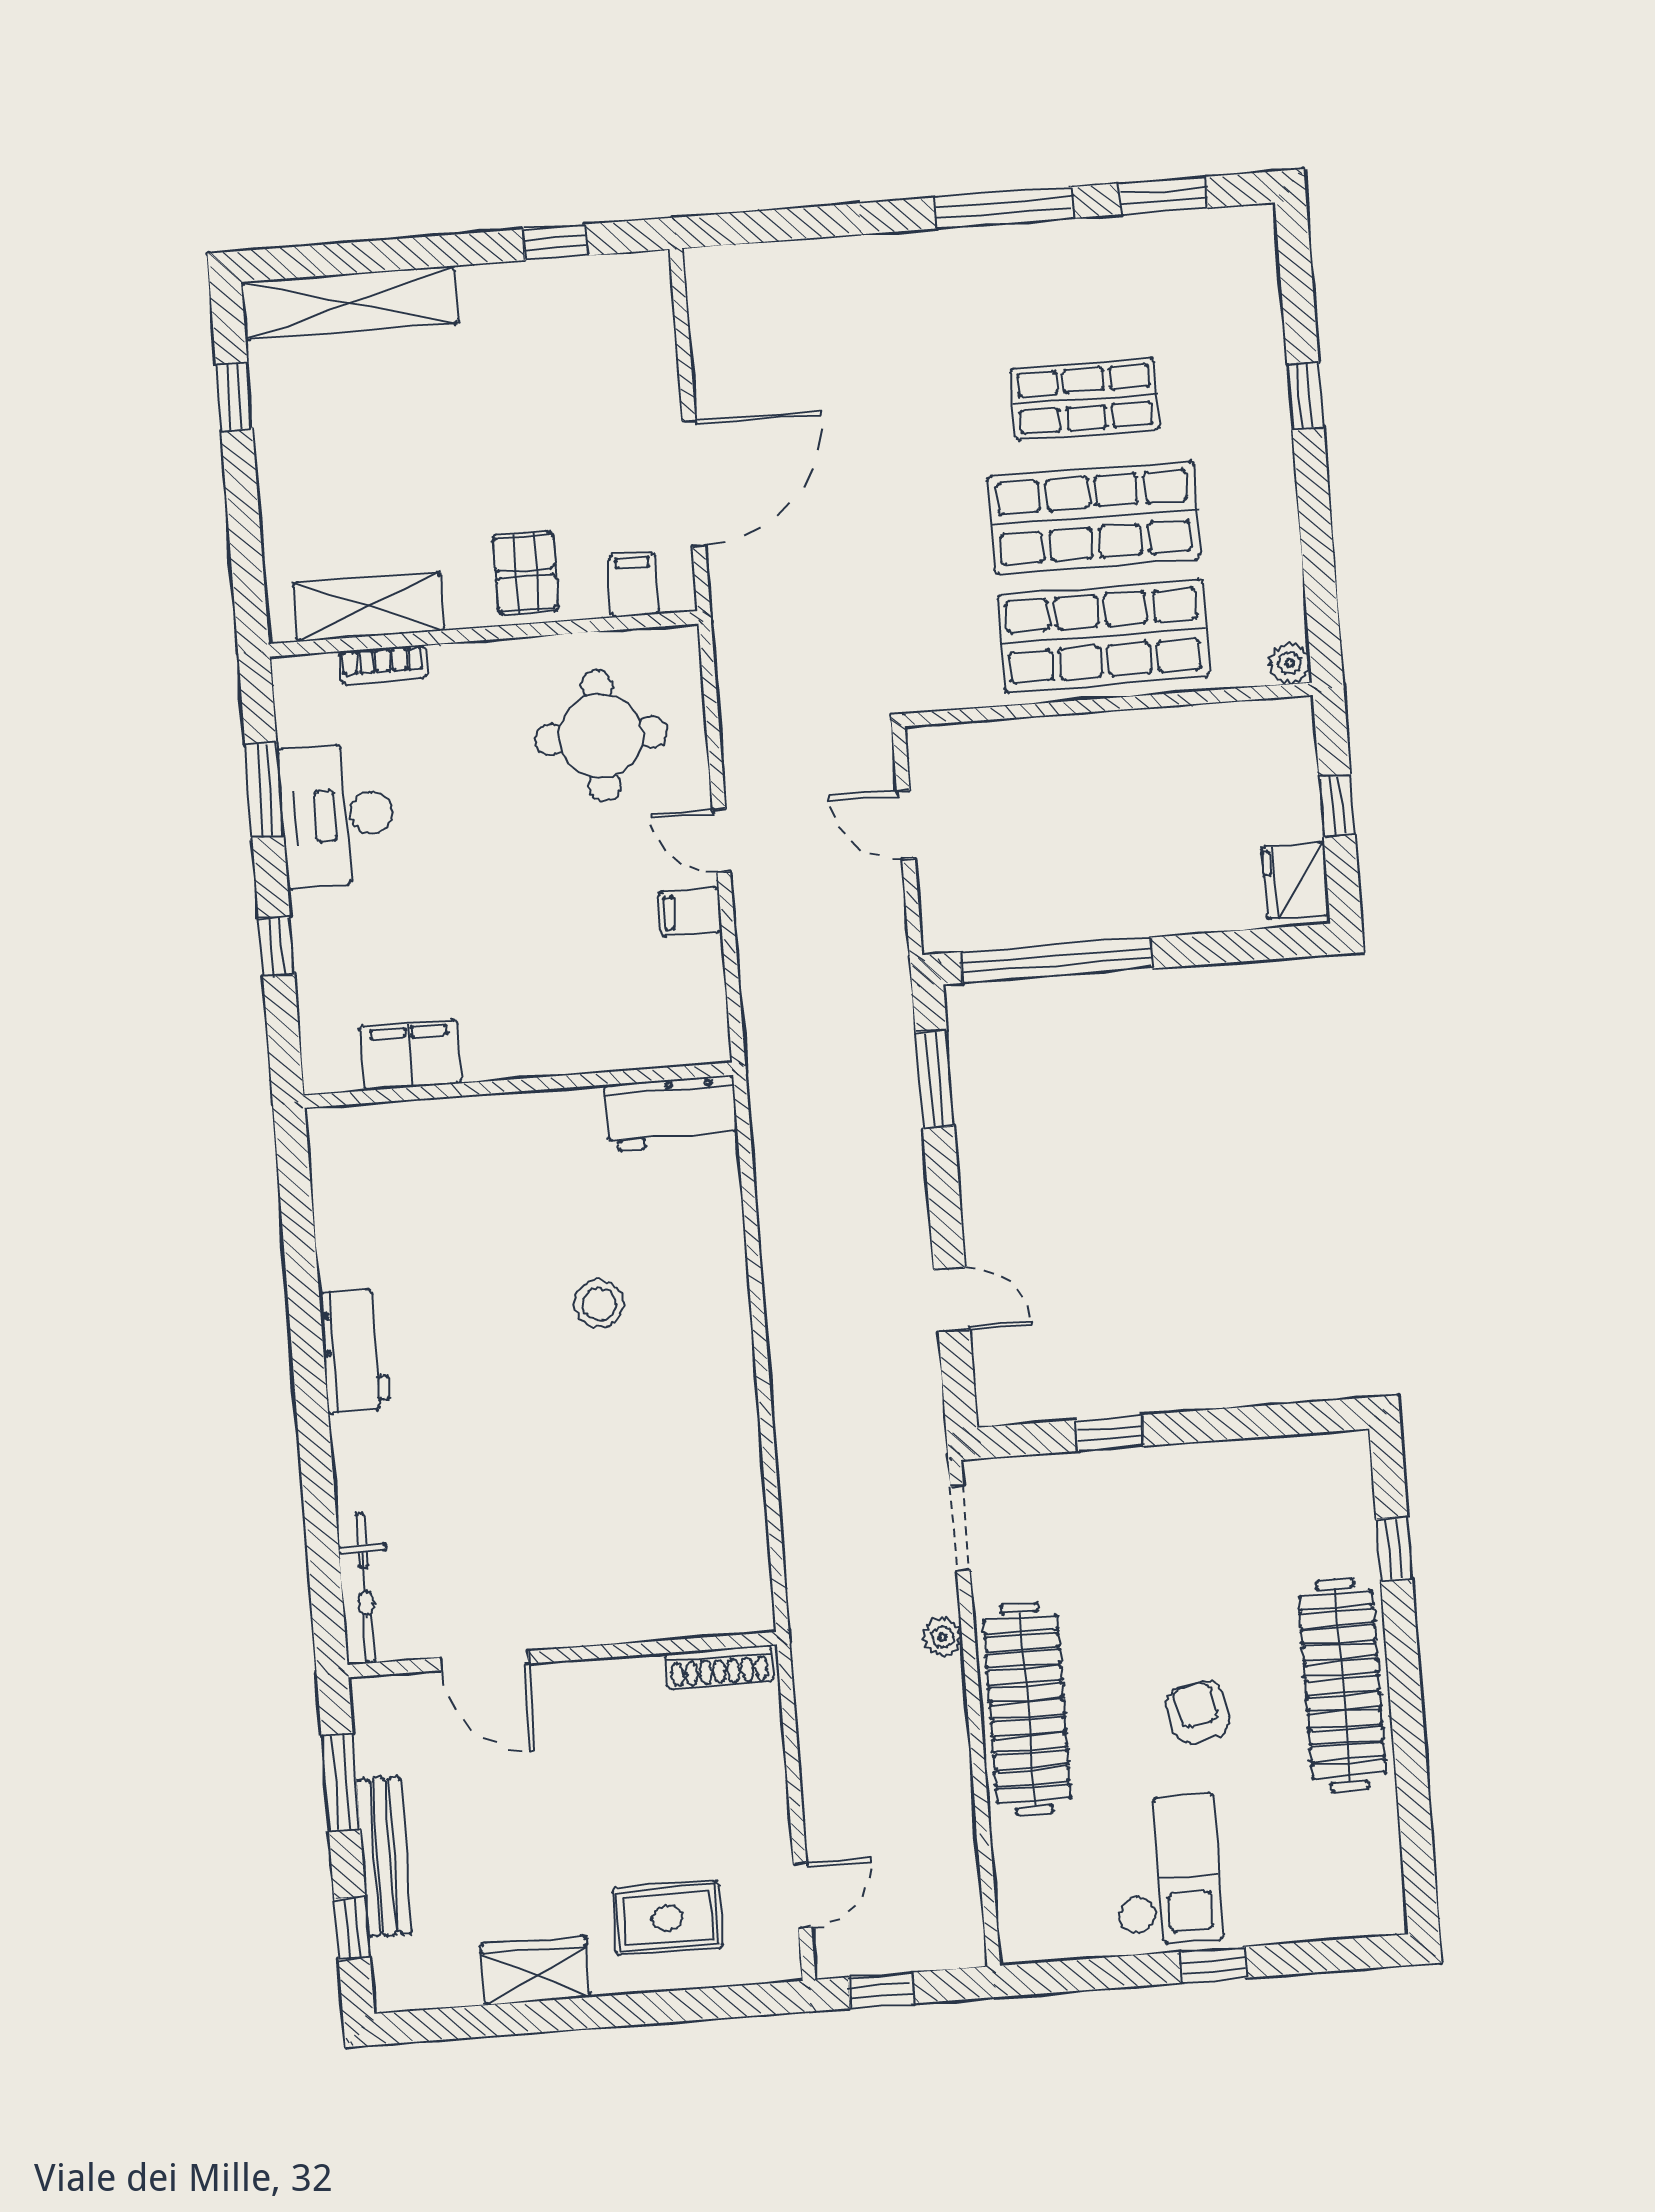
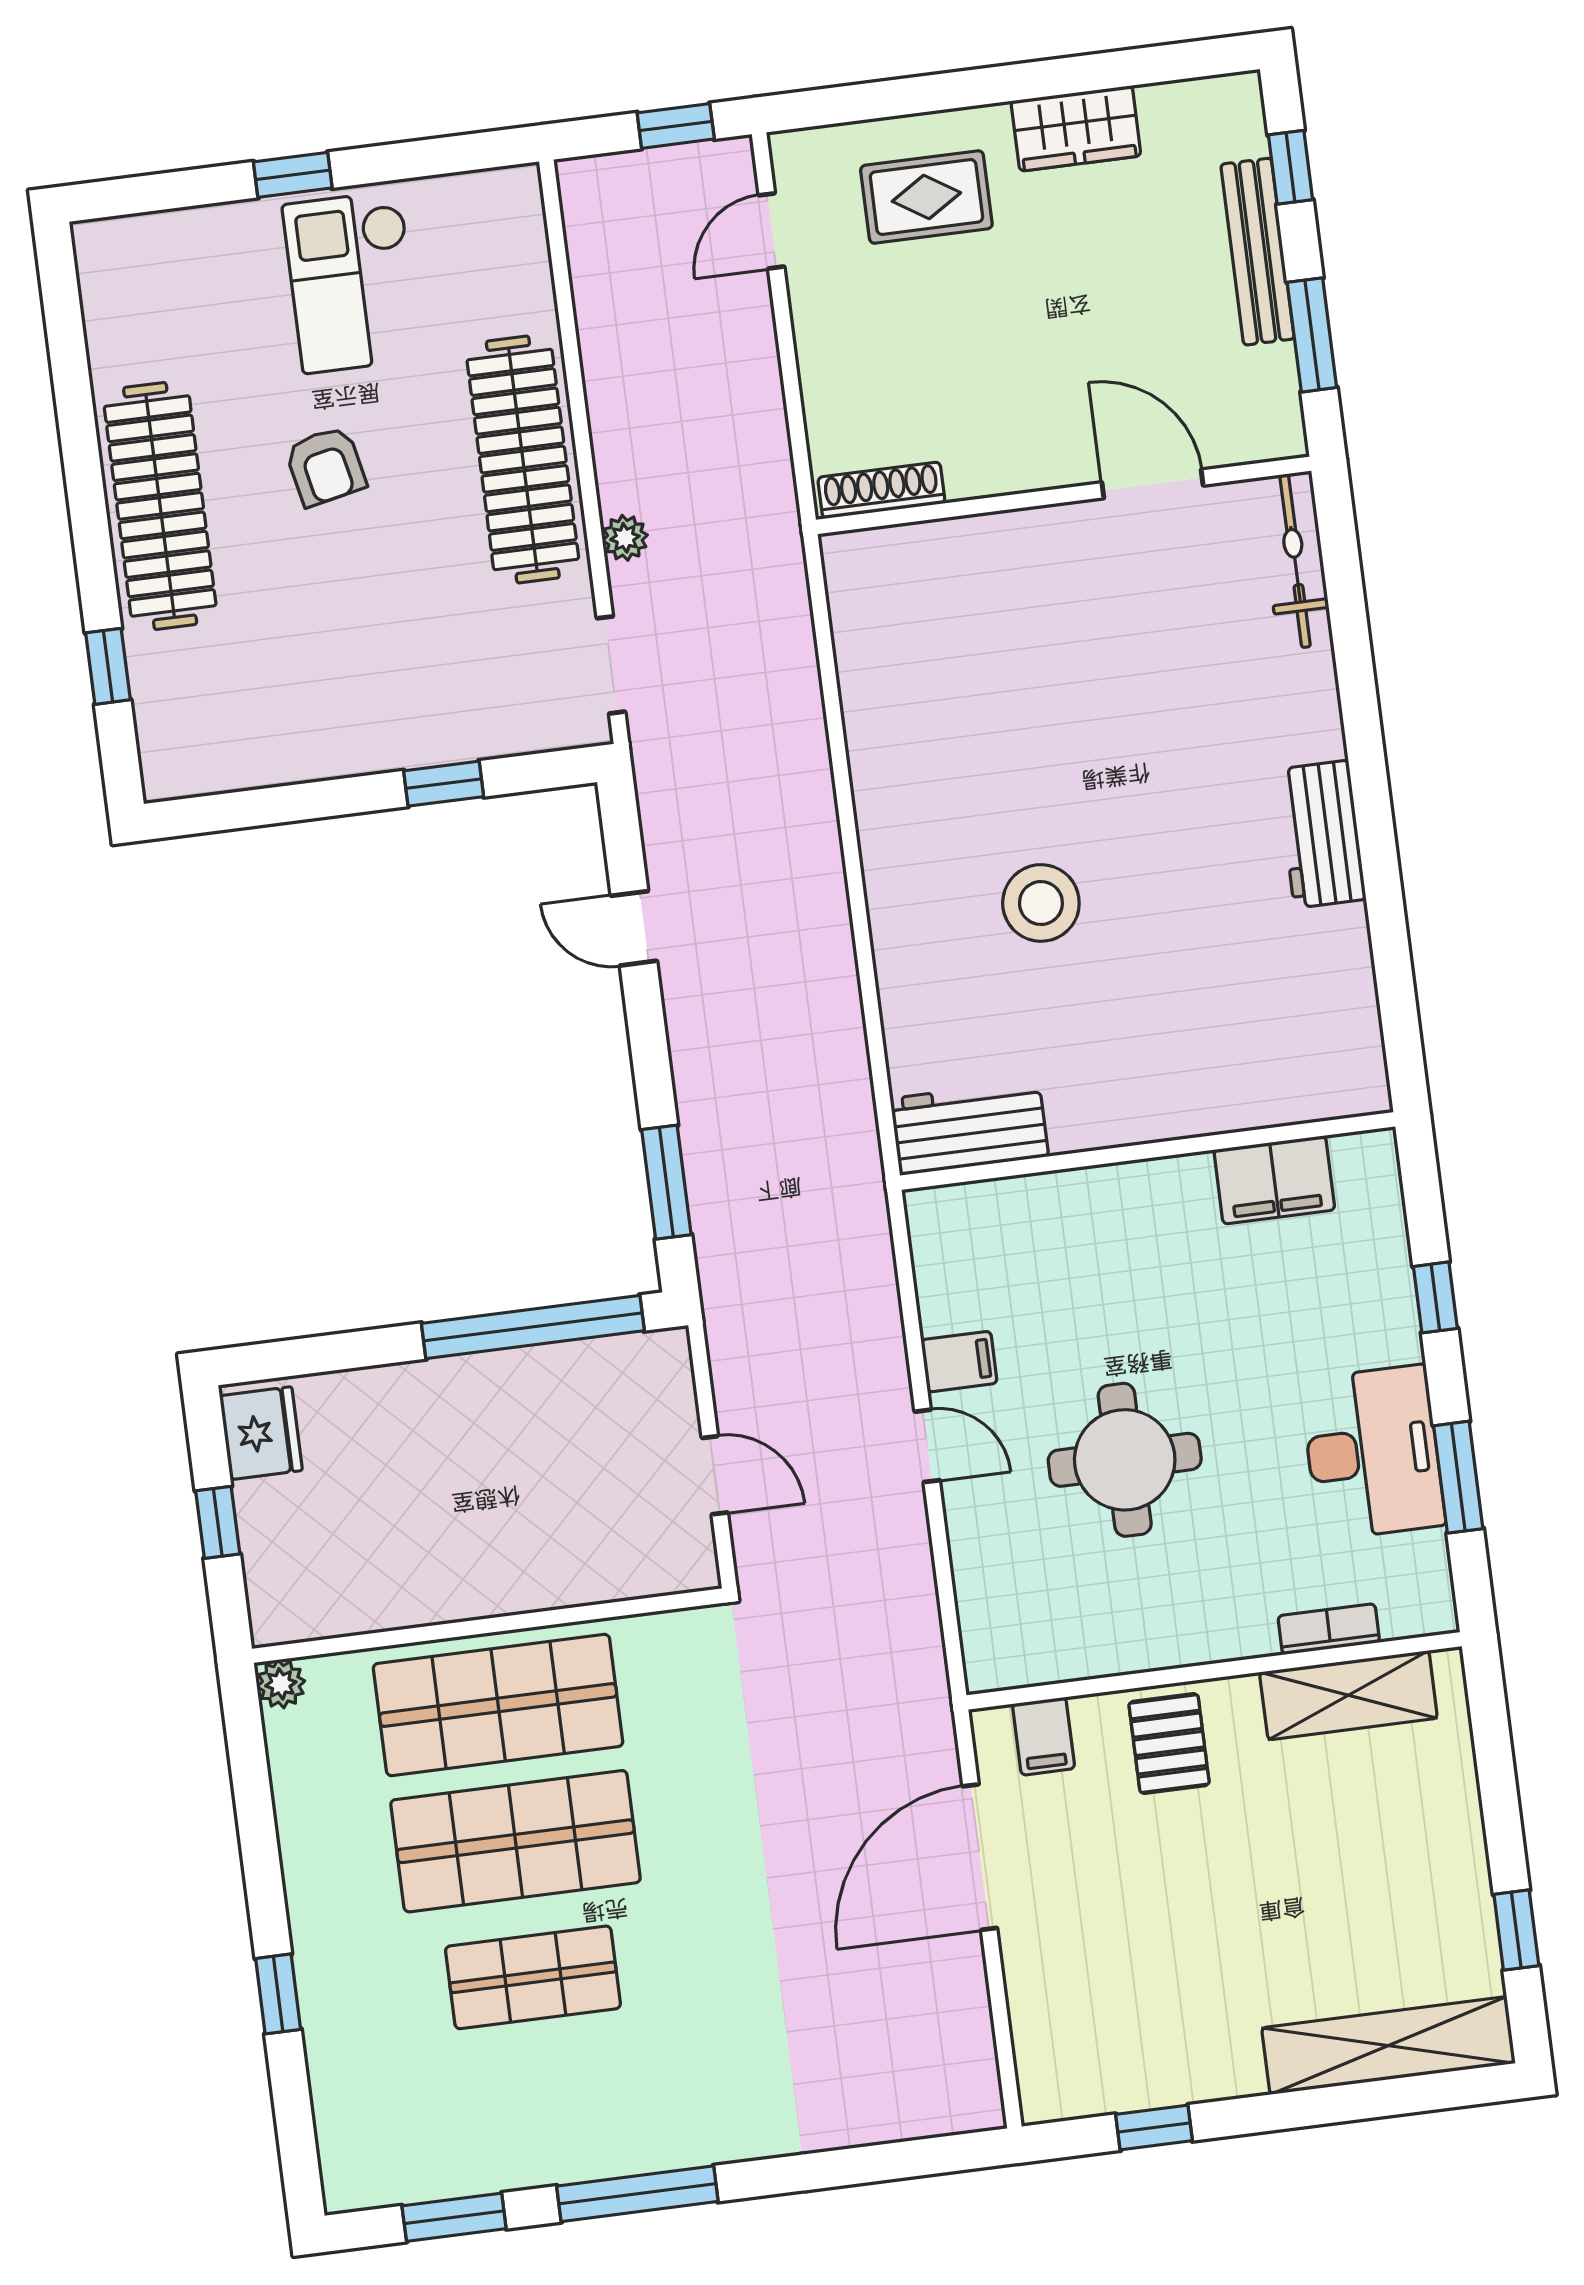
round table: (601, 736) -> (1125, 1460), moved
stool: (599, 1304) -> (1041, 903), width x1.38, depth x1.38

